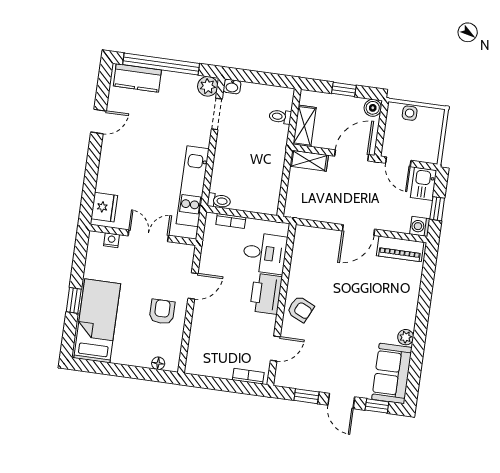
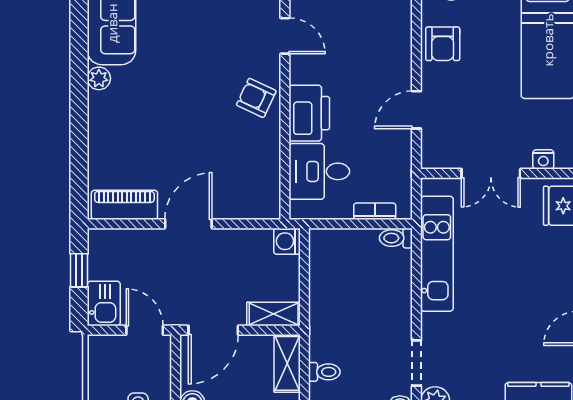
washing machine: (420, 226) -> (287, 241), moved, turned 180
armchair: (162, 312) -> (443, 44), moved
door: (275, 349) -> (285, 36), swing flipped

